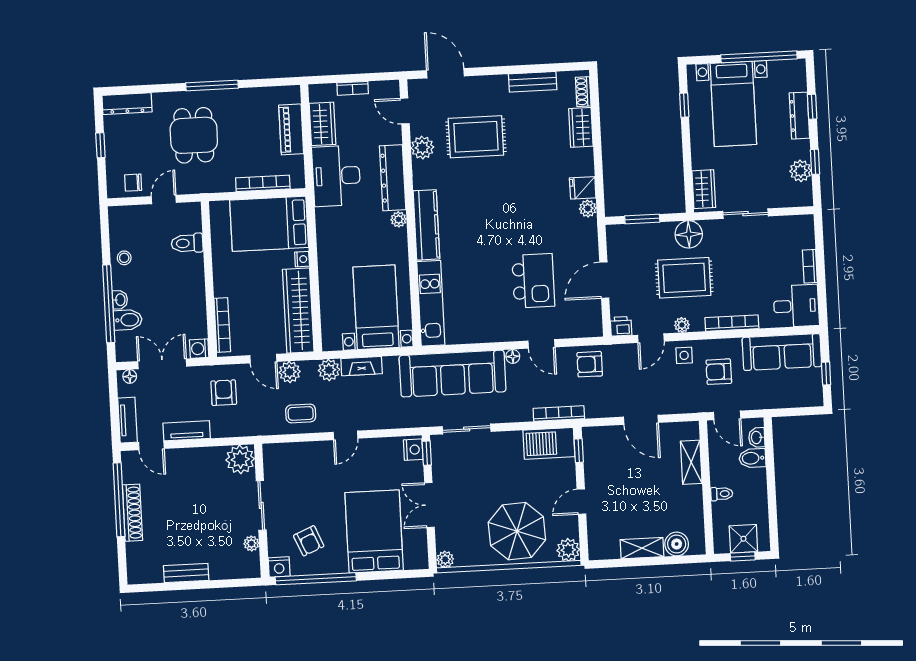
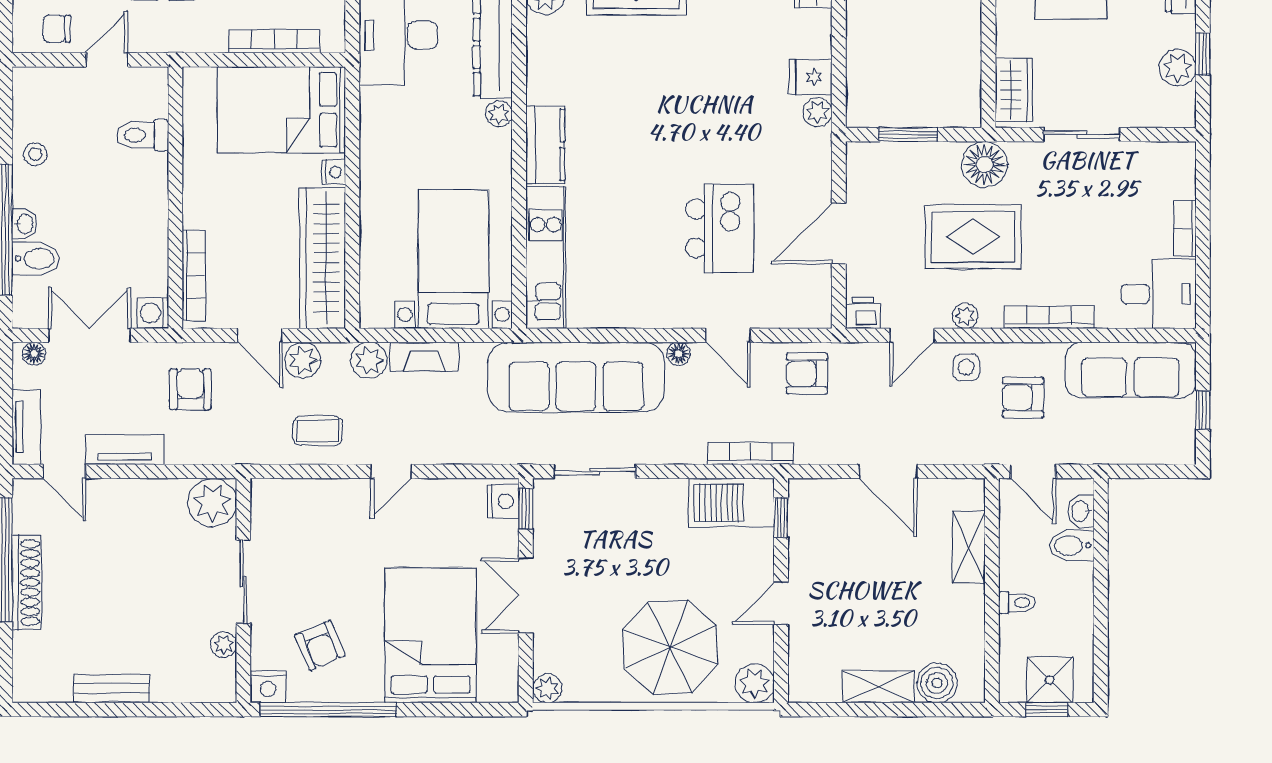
kitchen counter: (426, 225) -> (545, 145), width x0.67

